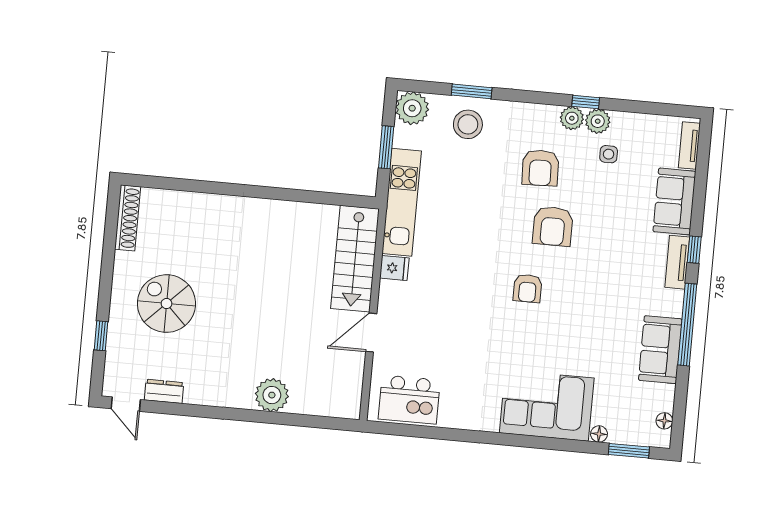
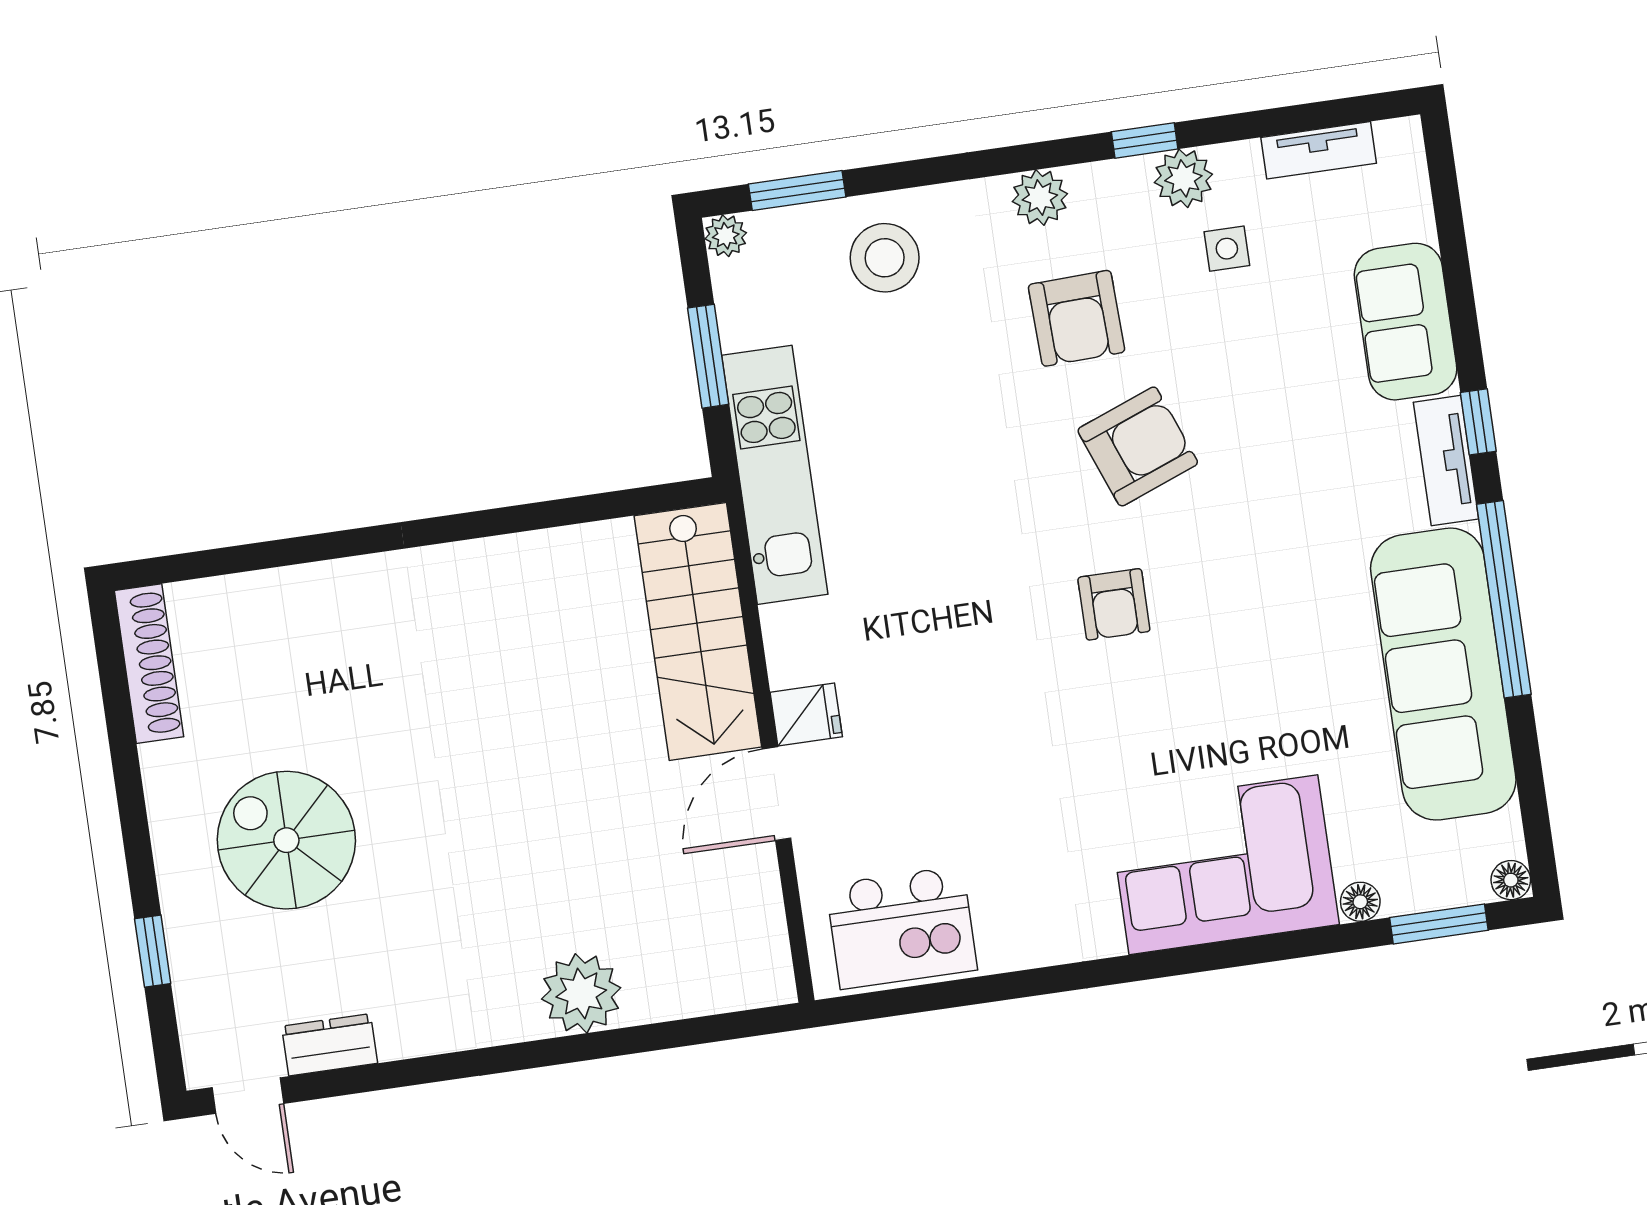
window: (472, 91) -> (797, 191), moved
plant: (412, 108) -> (726, 236), width x0.53, depth x0.53
plant: (572, 118) -> (1040, 198), moved
tv unit: (689, 145) -> (1319, 150), moved, turned -90
armchair: (553, 226) -> (1138, 446), turned -111
fridge: (394, 268) -> (806, 714), moved
sofa: (660, 350) -> (1443, 674), width x1.85, depth x1.27
floor lamp: (664, 421) -> (1511, 880), moved

